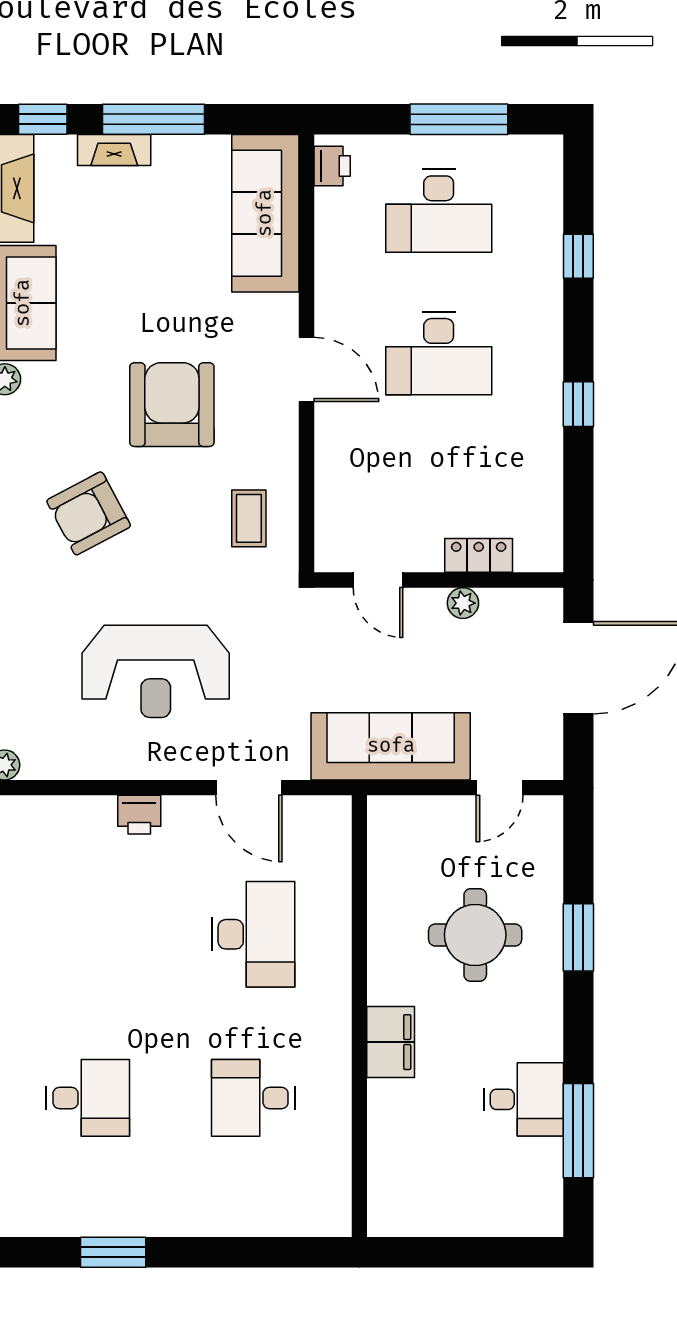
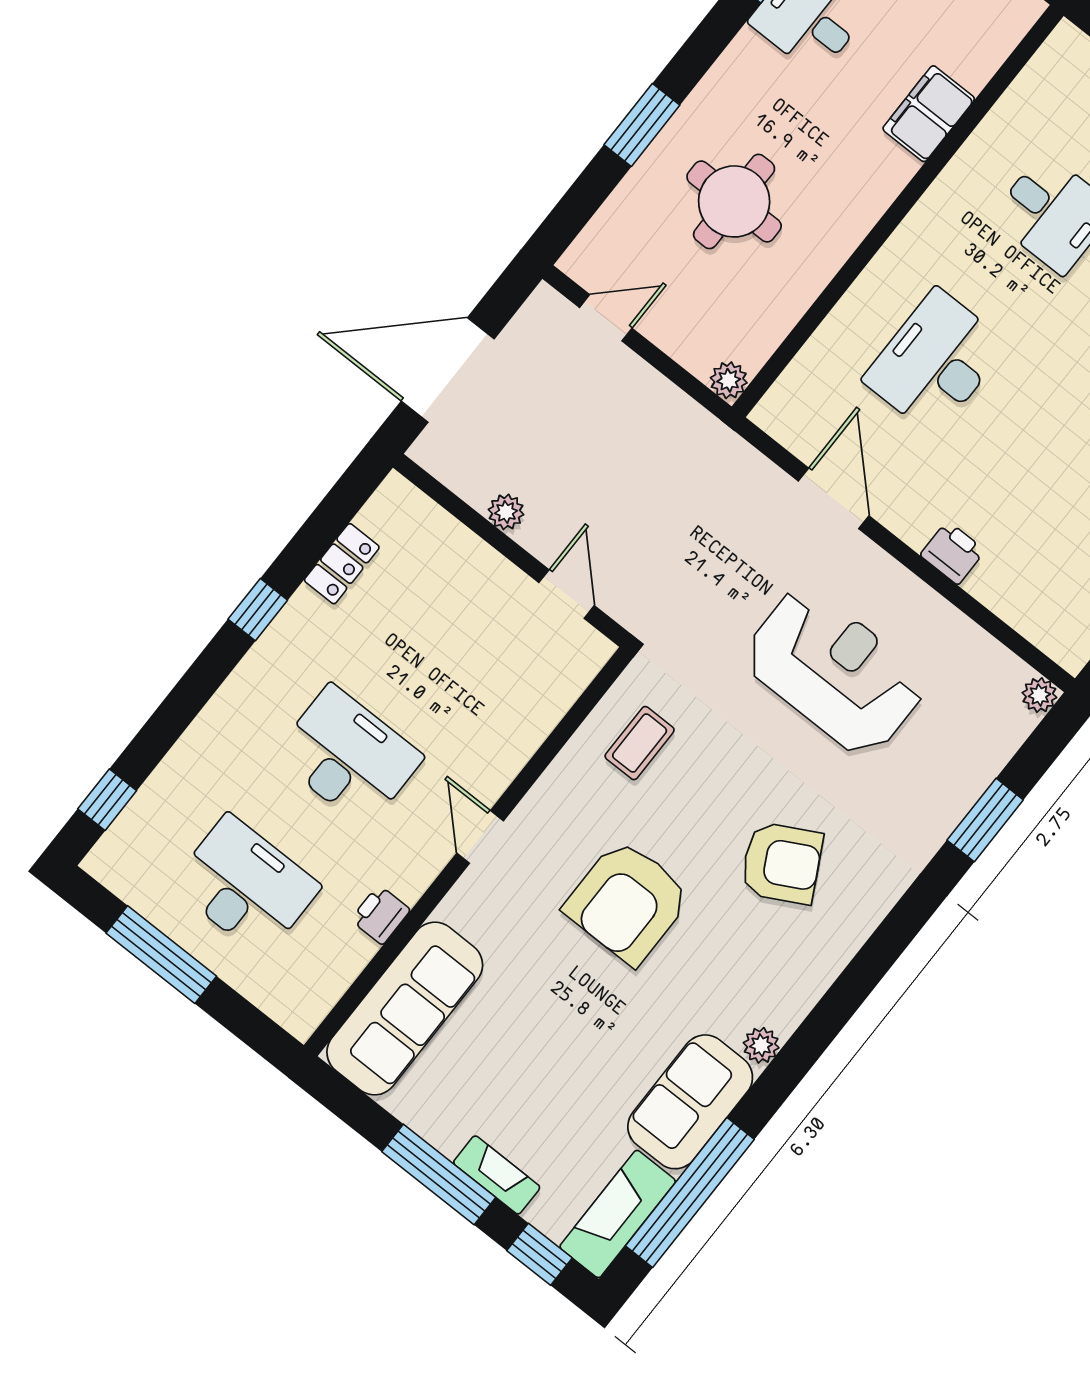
printer: (332, 166) -> (380, 915), moved
window: (578, 256) -> (107, 800), moved
door: (306, 369) -> (480, 837), width x0.73
locker: (479, 555) -> (342, 564), moved, turned -90
sofa: (391, 746) -> (675, 434), removed
plant: (383, 811) -> (729, 380), added
filing cabinet: (391, 1042) -> (929, 114), moved

